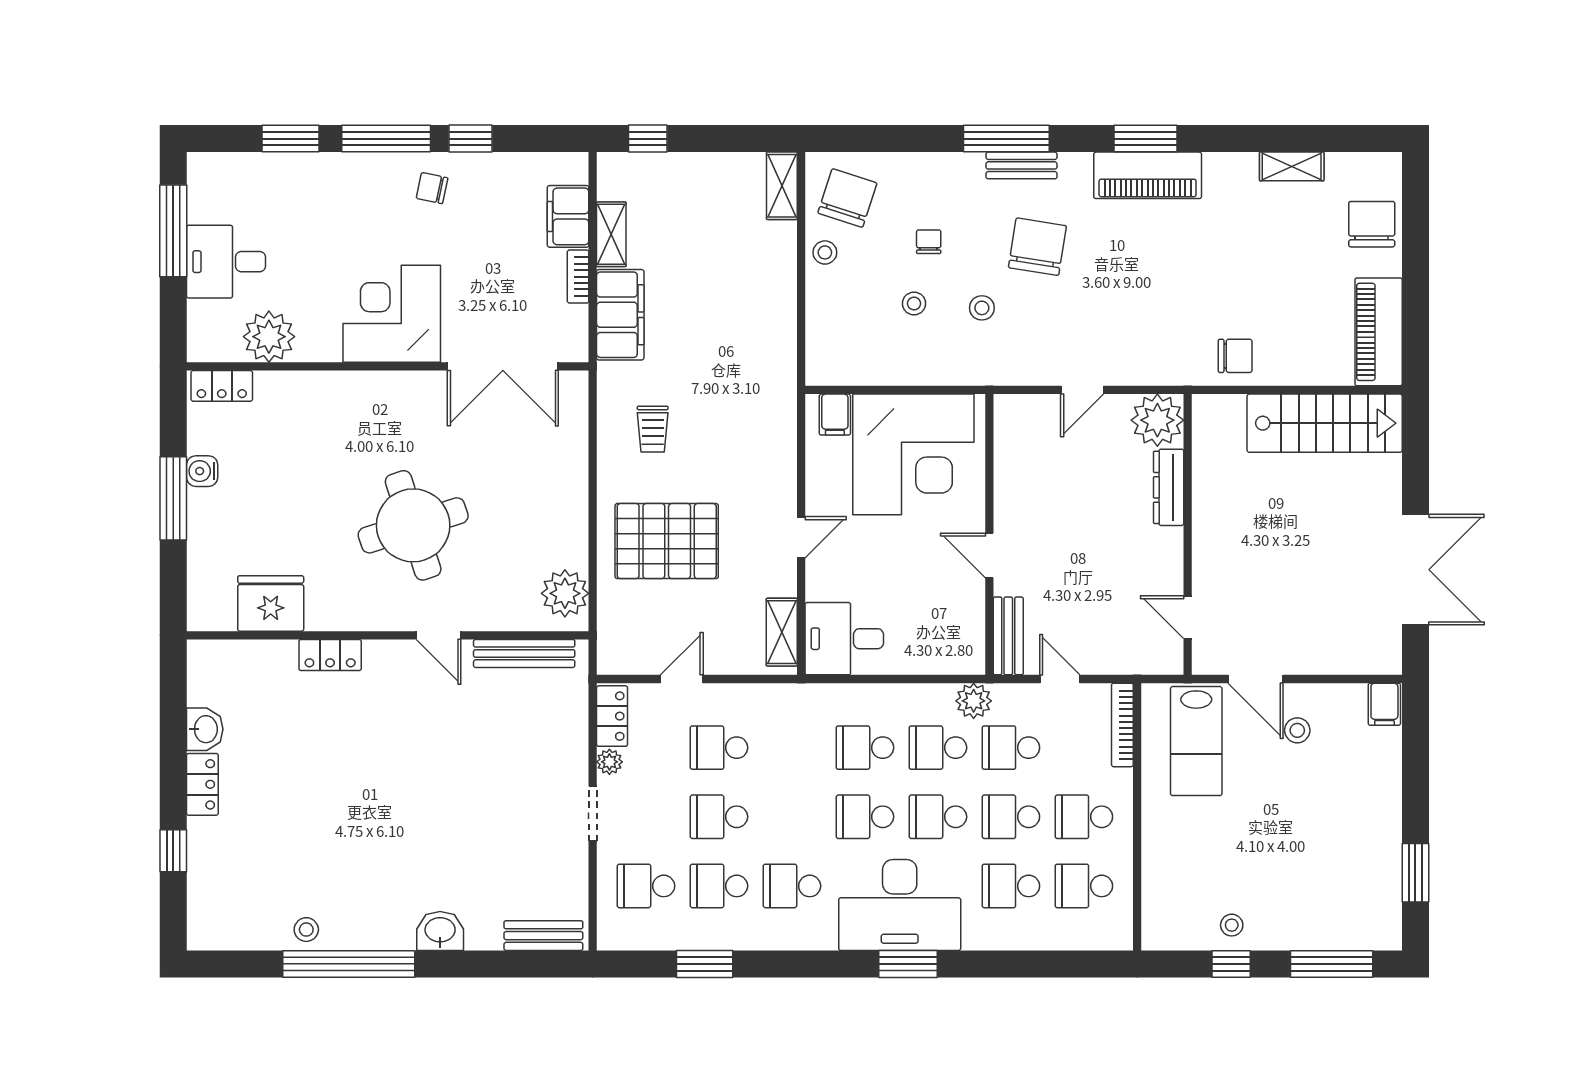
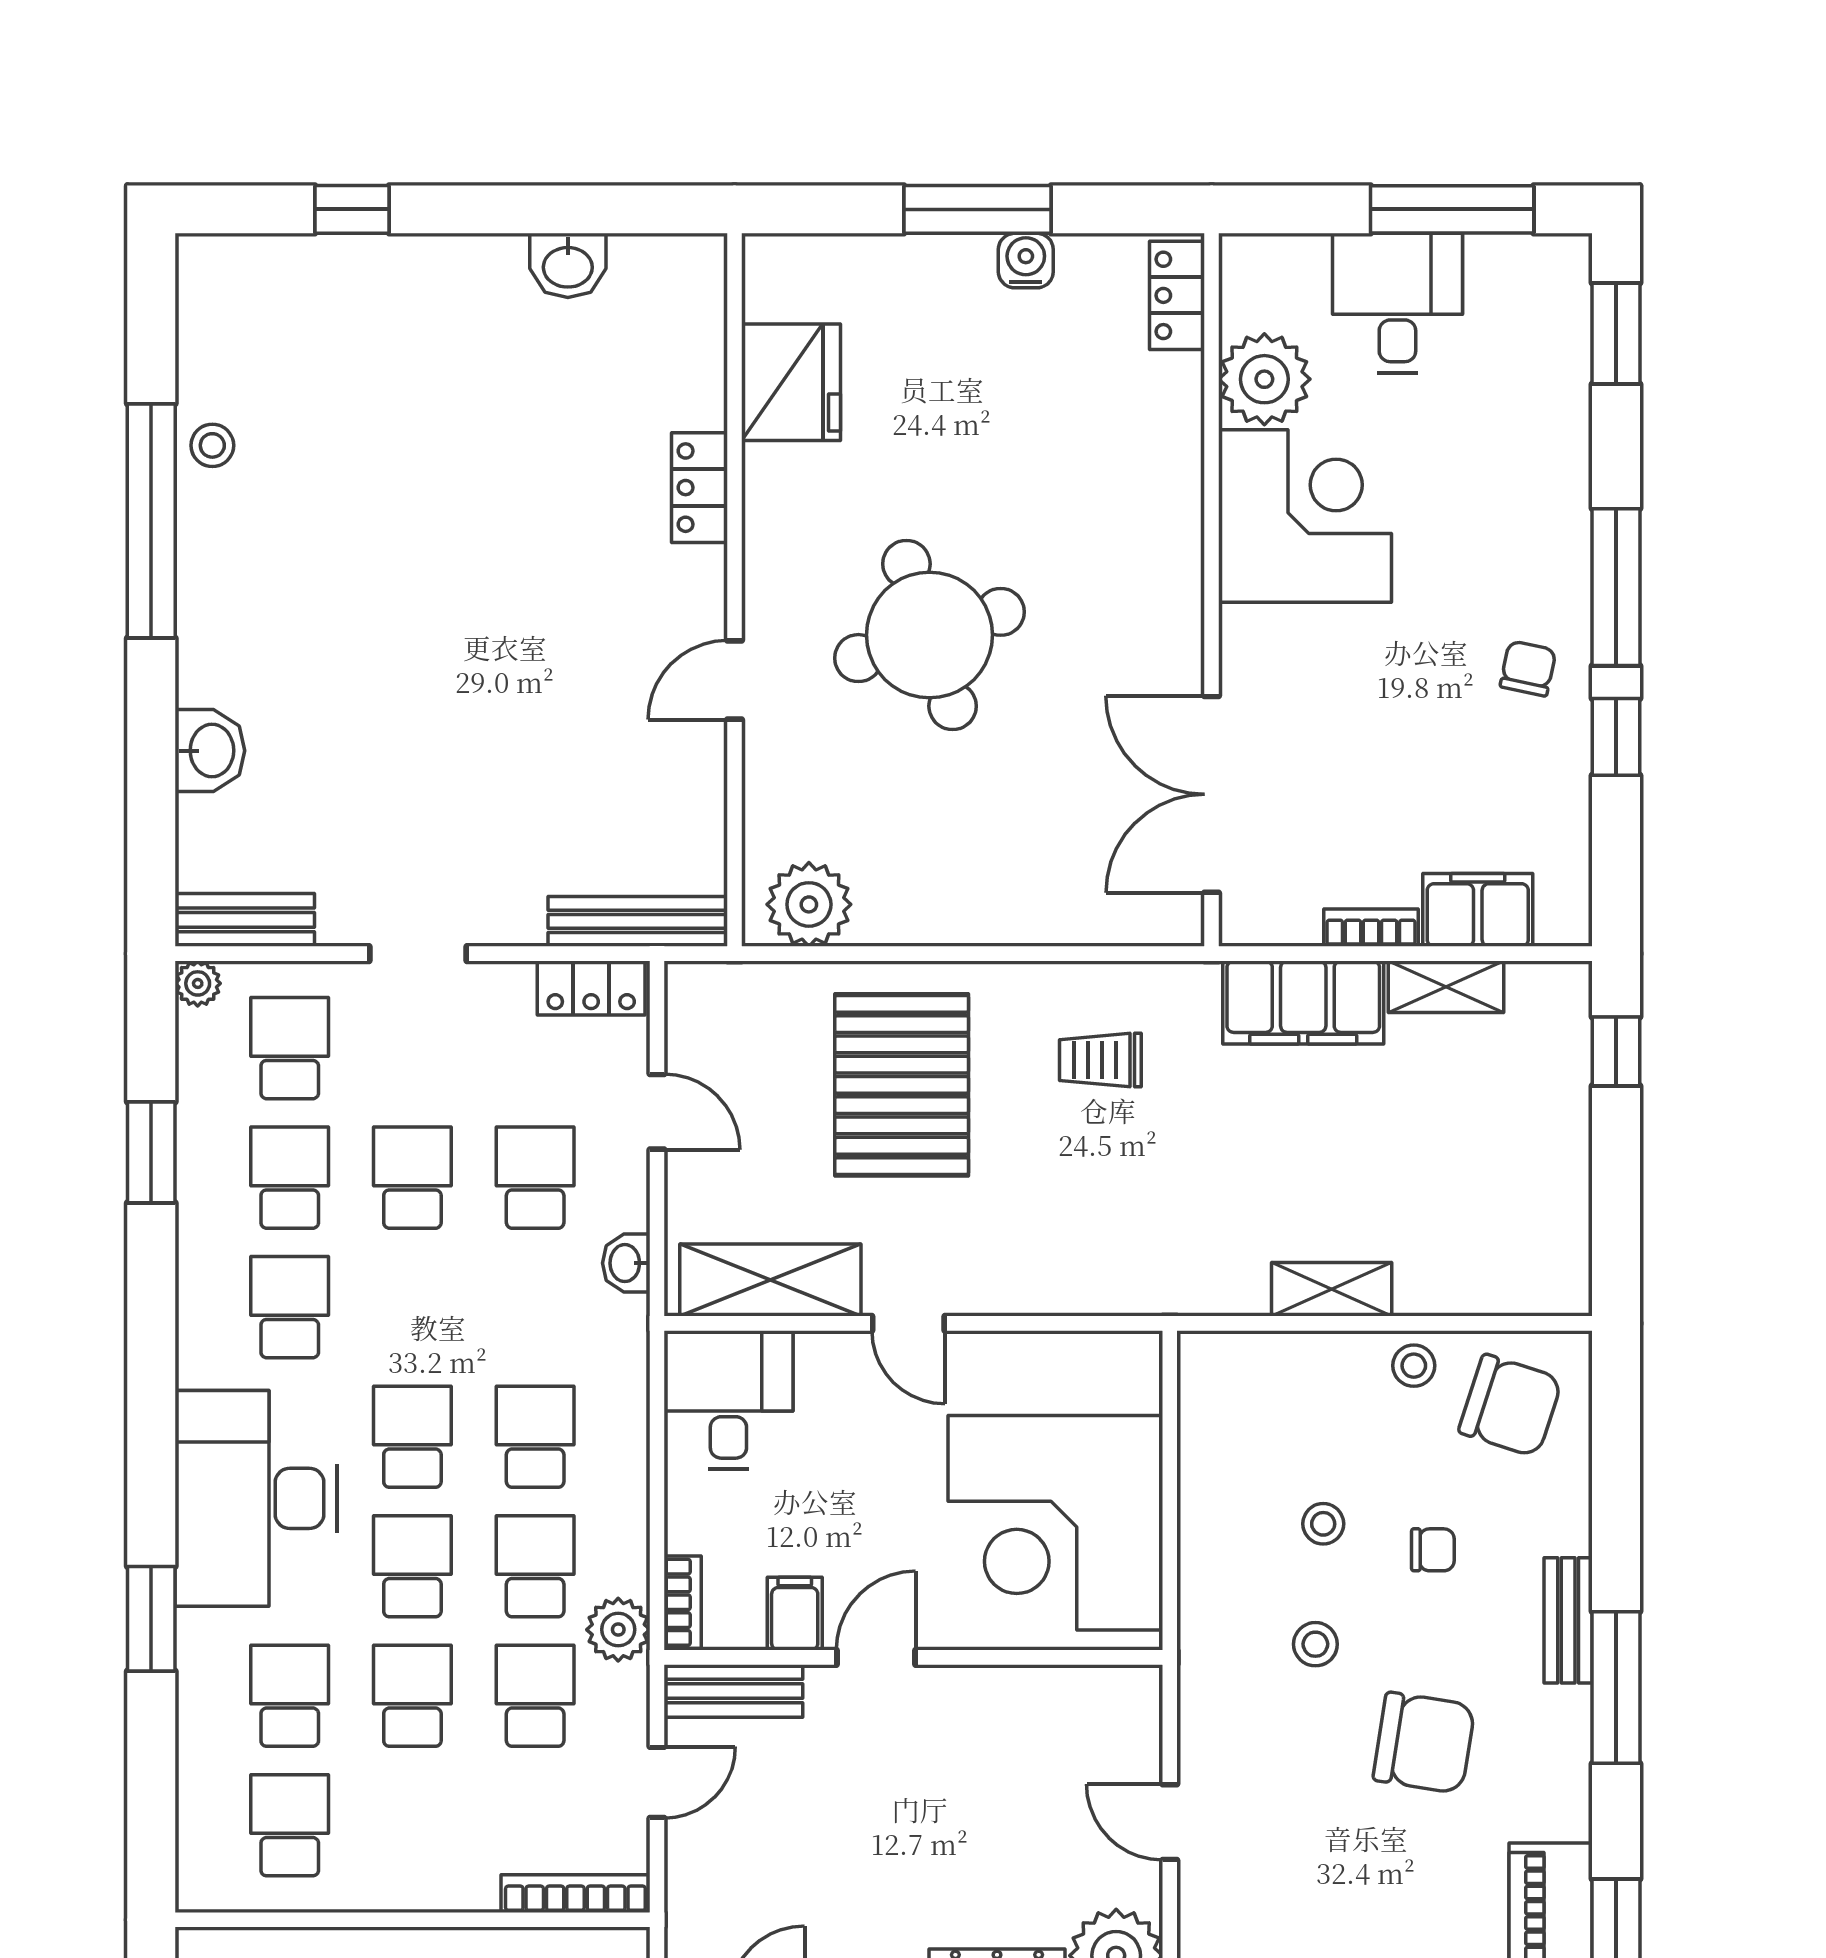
window: (291, 139) -> (1616, 333), moved
bench: (1022, 165) -> (1568, 1620), moved
shelving: (782, 186) -> (1332, 1289), moved
corner desk: (392, 314) -> (1305, 516), moved
filing cabinet: (835, 415) -> (795, 1614), moved, turned 90
shelving: (782, 632) -> (770, 1280), width x1.50, depth x1.33
bench: (524, 653) -> (638, 921), moved, turned 90
bookcase: (958, 664) -> (683, 1602), added
washbasin: (767, 696) -> (626, 1263), added
plant: (609, 762) -> (198, 983), moved
locker: (202, 784) -> (470, 261), removed
school desk: (1084, 817) -> (412, 1825), removed
washbasin: (440, 931) -> (210, 751), moved
bench: (543, 936) -> (245, 920), moved, turned 90
window: (908, 964) -> (151, 1619), moved

